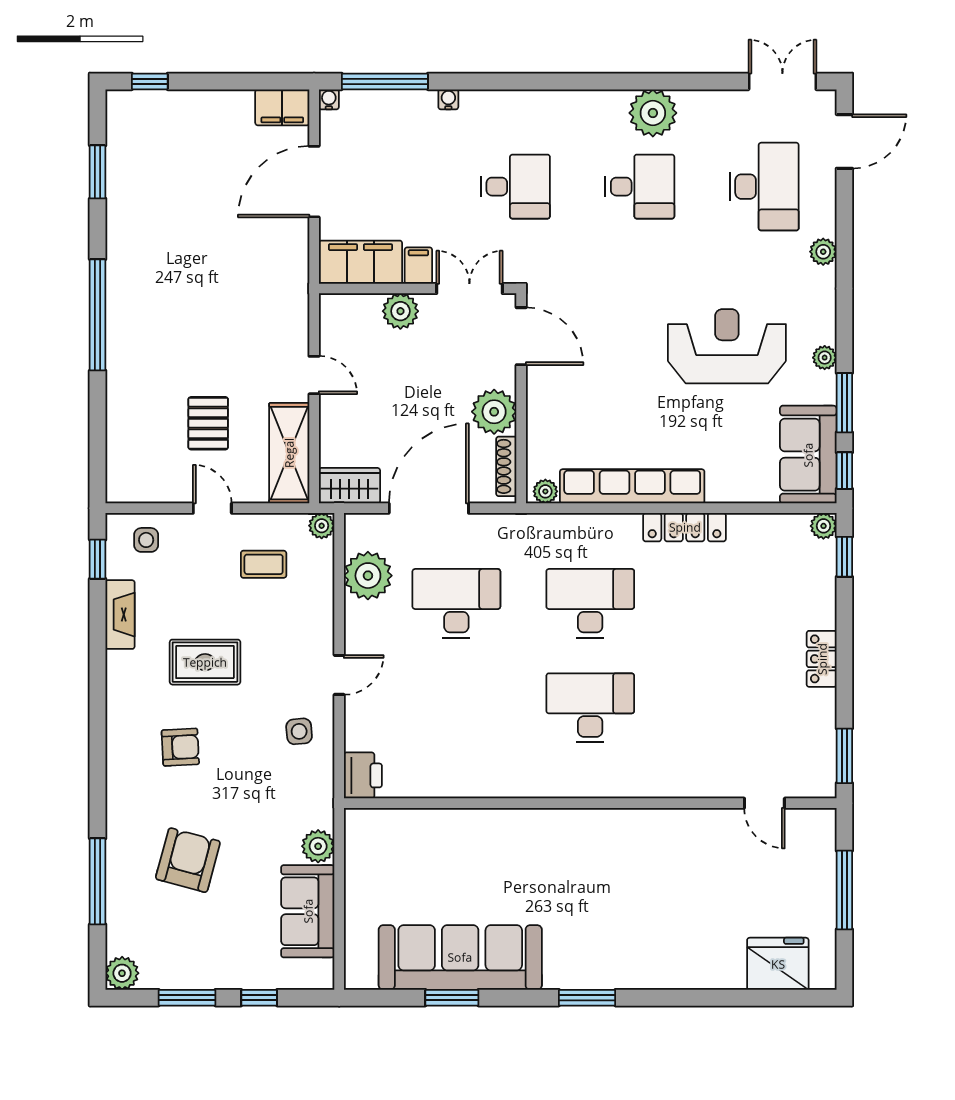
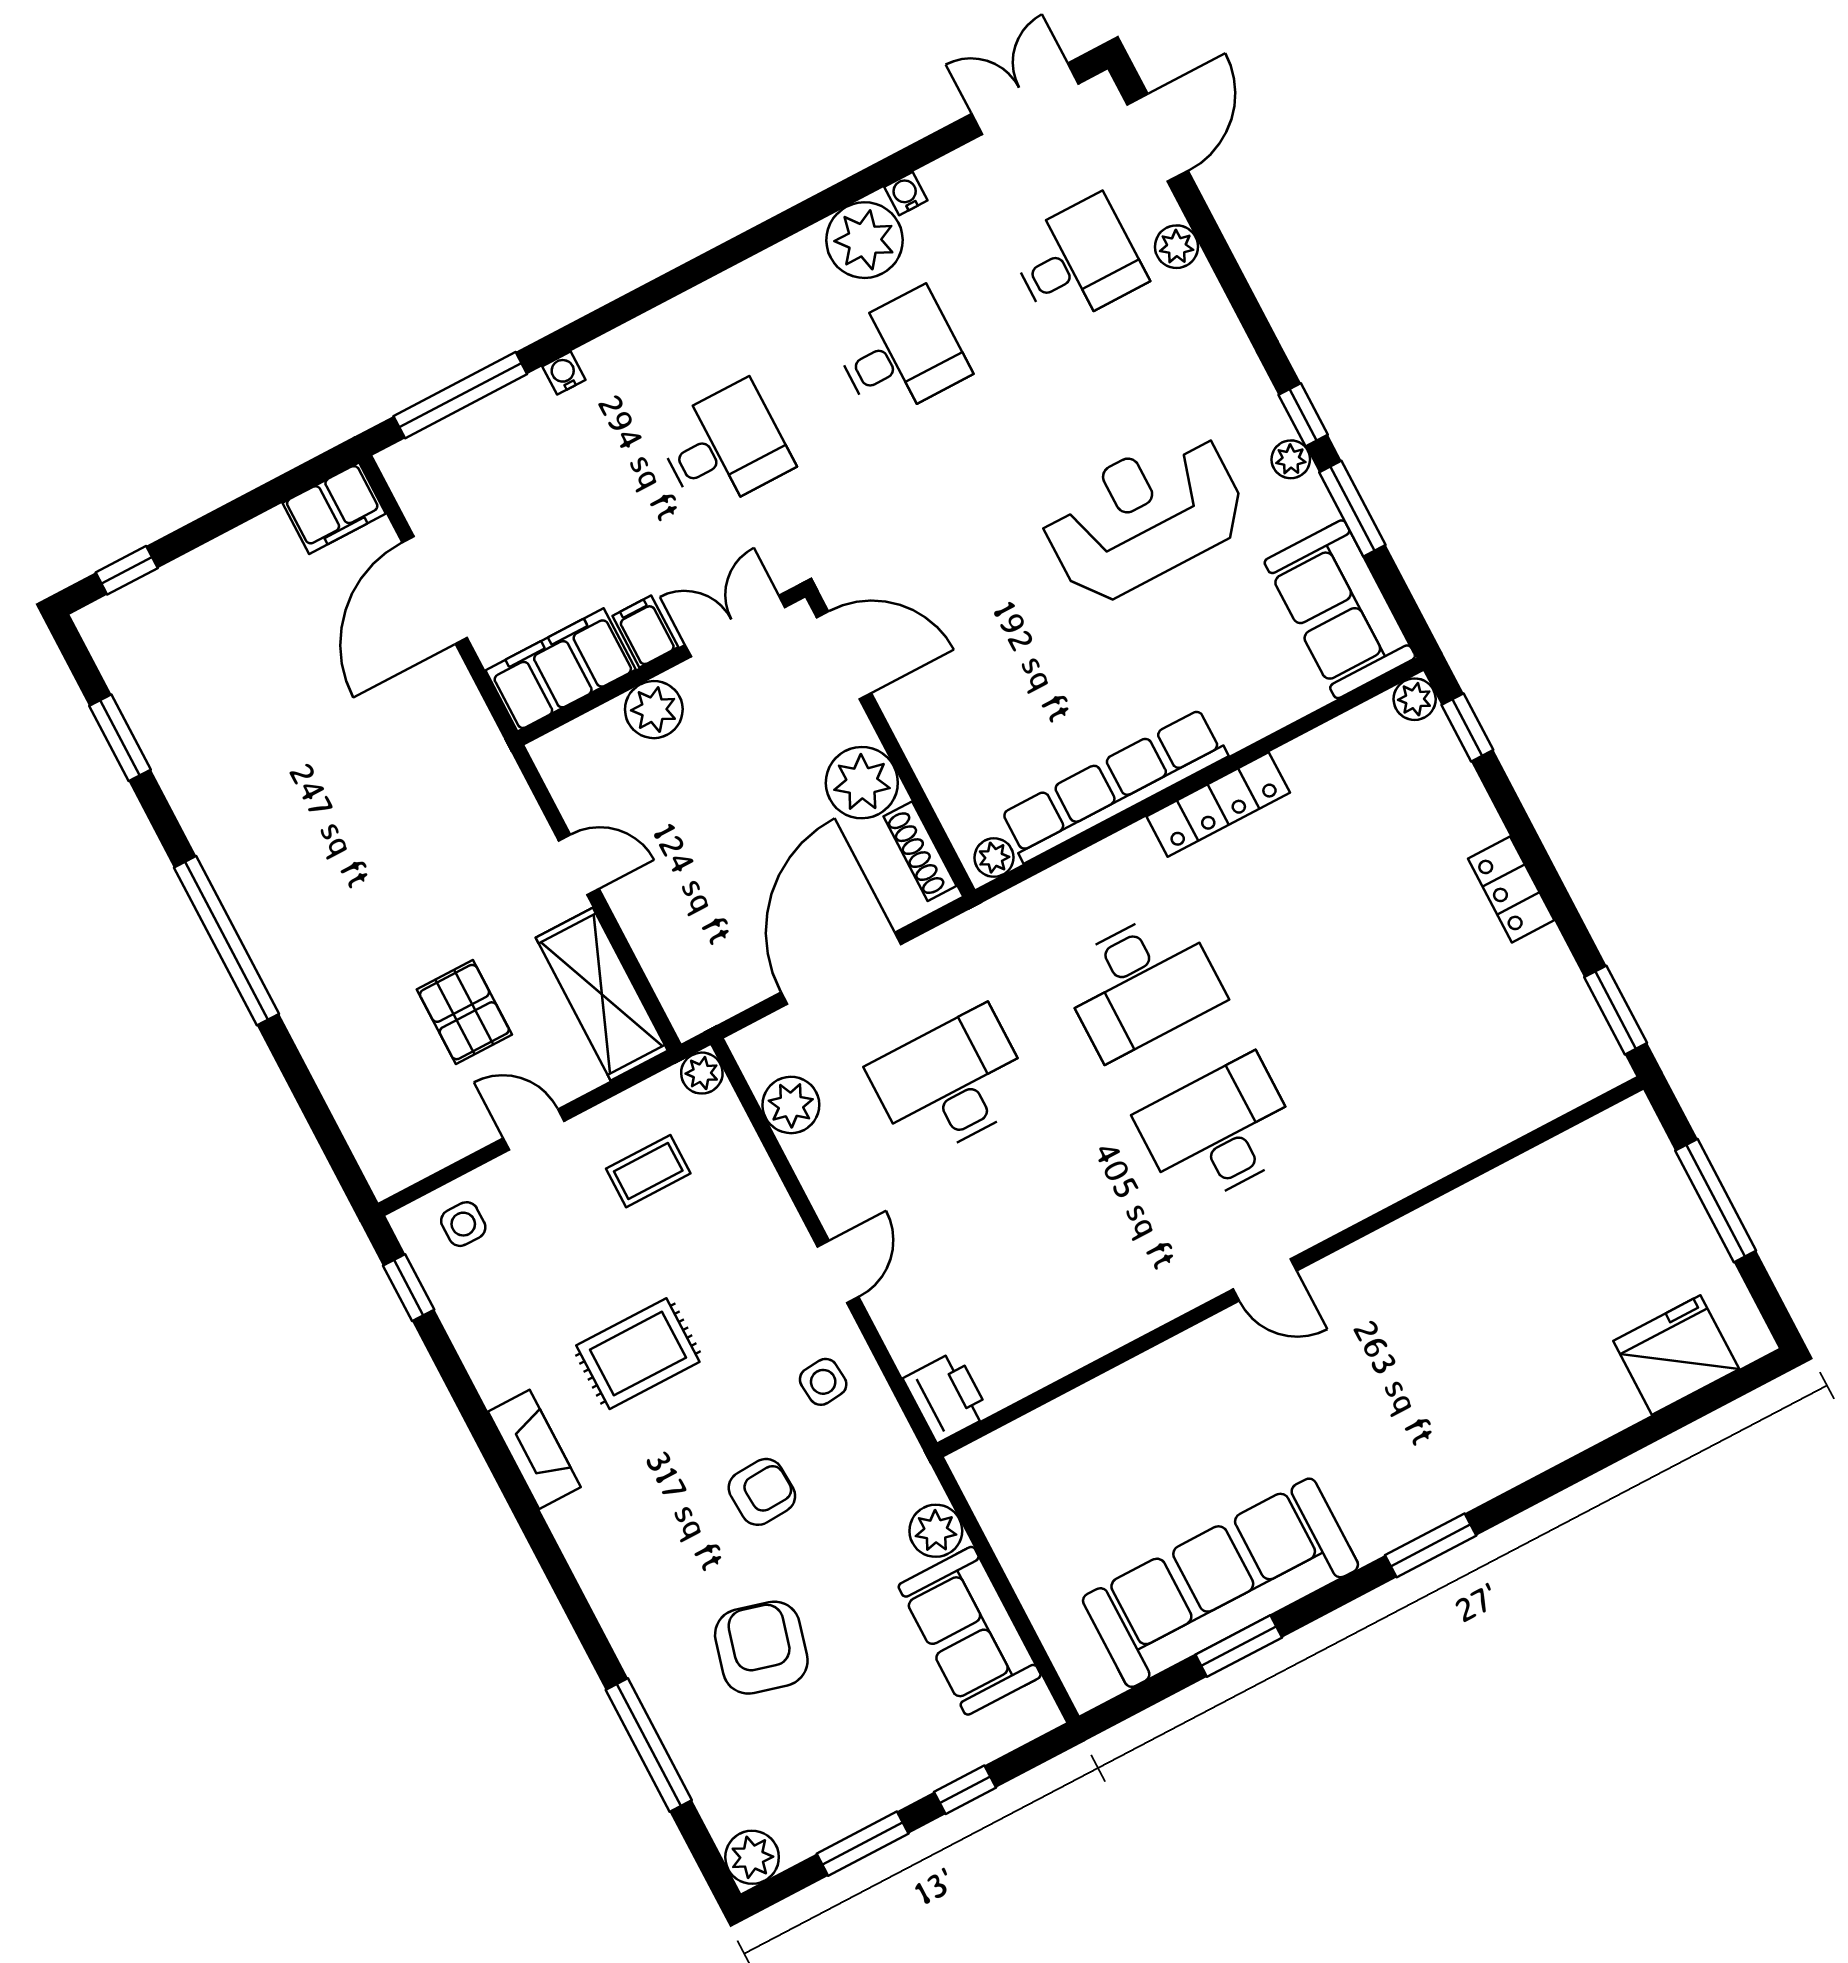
water cooler: (329, 99) -> (906, 194), moved
desk: (764, 187) -> (1077, 261), width x0.73
plant: (823, 252) -> (1176, 247), moved
window: (844, 471) -> (1303, 415), moved
wardrobe: (349, 486) -> (712, 996), removed
plant: (368, 576) -> (791, 1105), width x0.73, depth x0.73
desk: (590, 603) -> (1141, 983), turned 180
fireplace: (120, 615) -> (534, 1449), moved
armchair: (180, 747) -> (762, 1492), moved
door: (764, 803) -> (1265, 1280), moved

